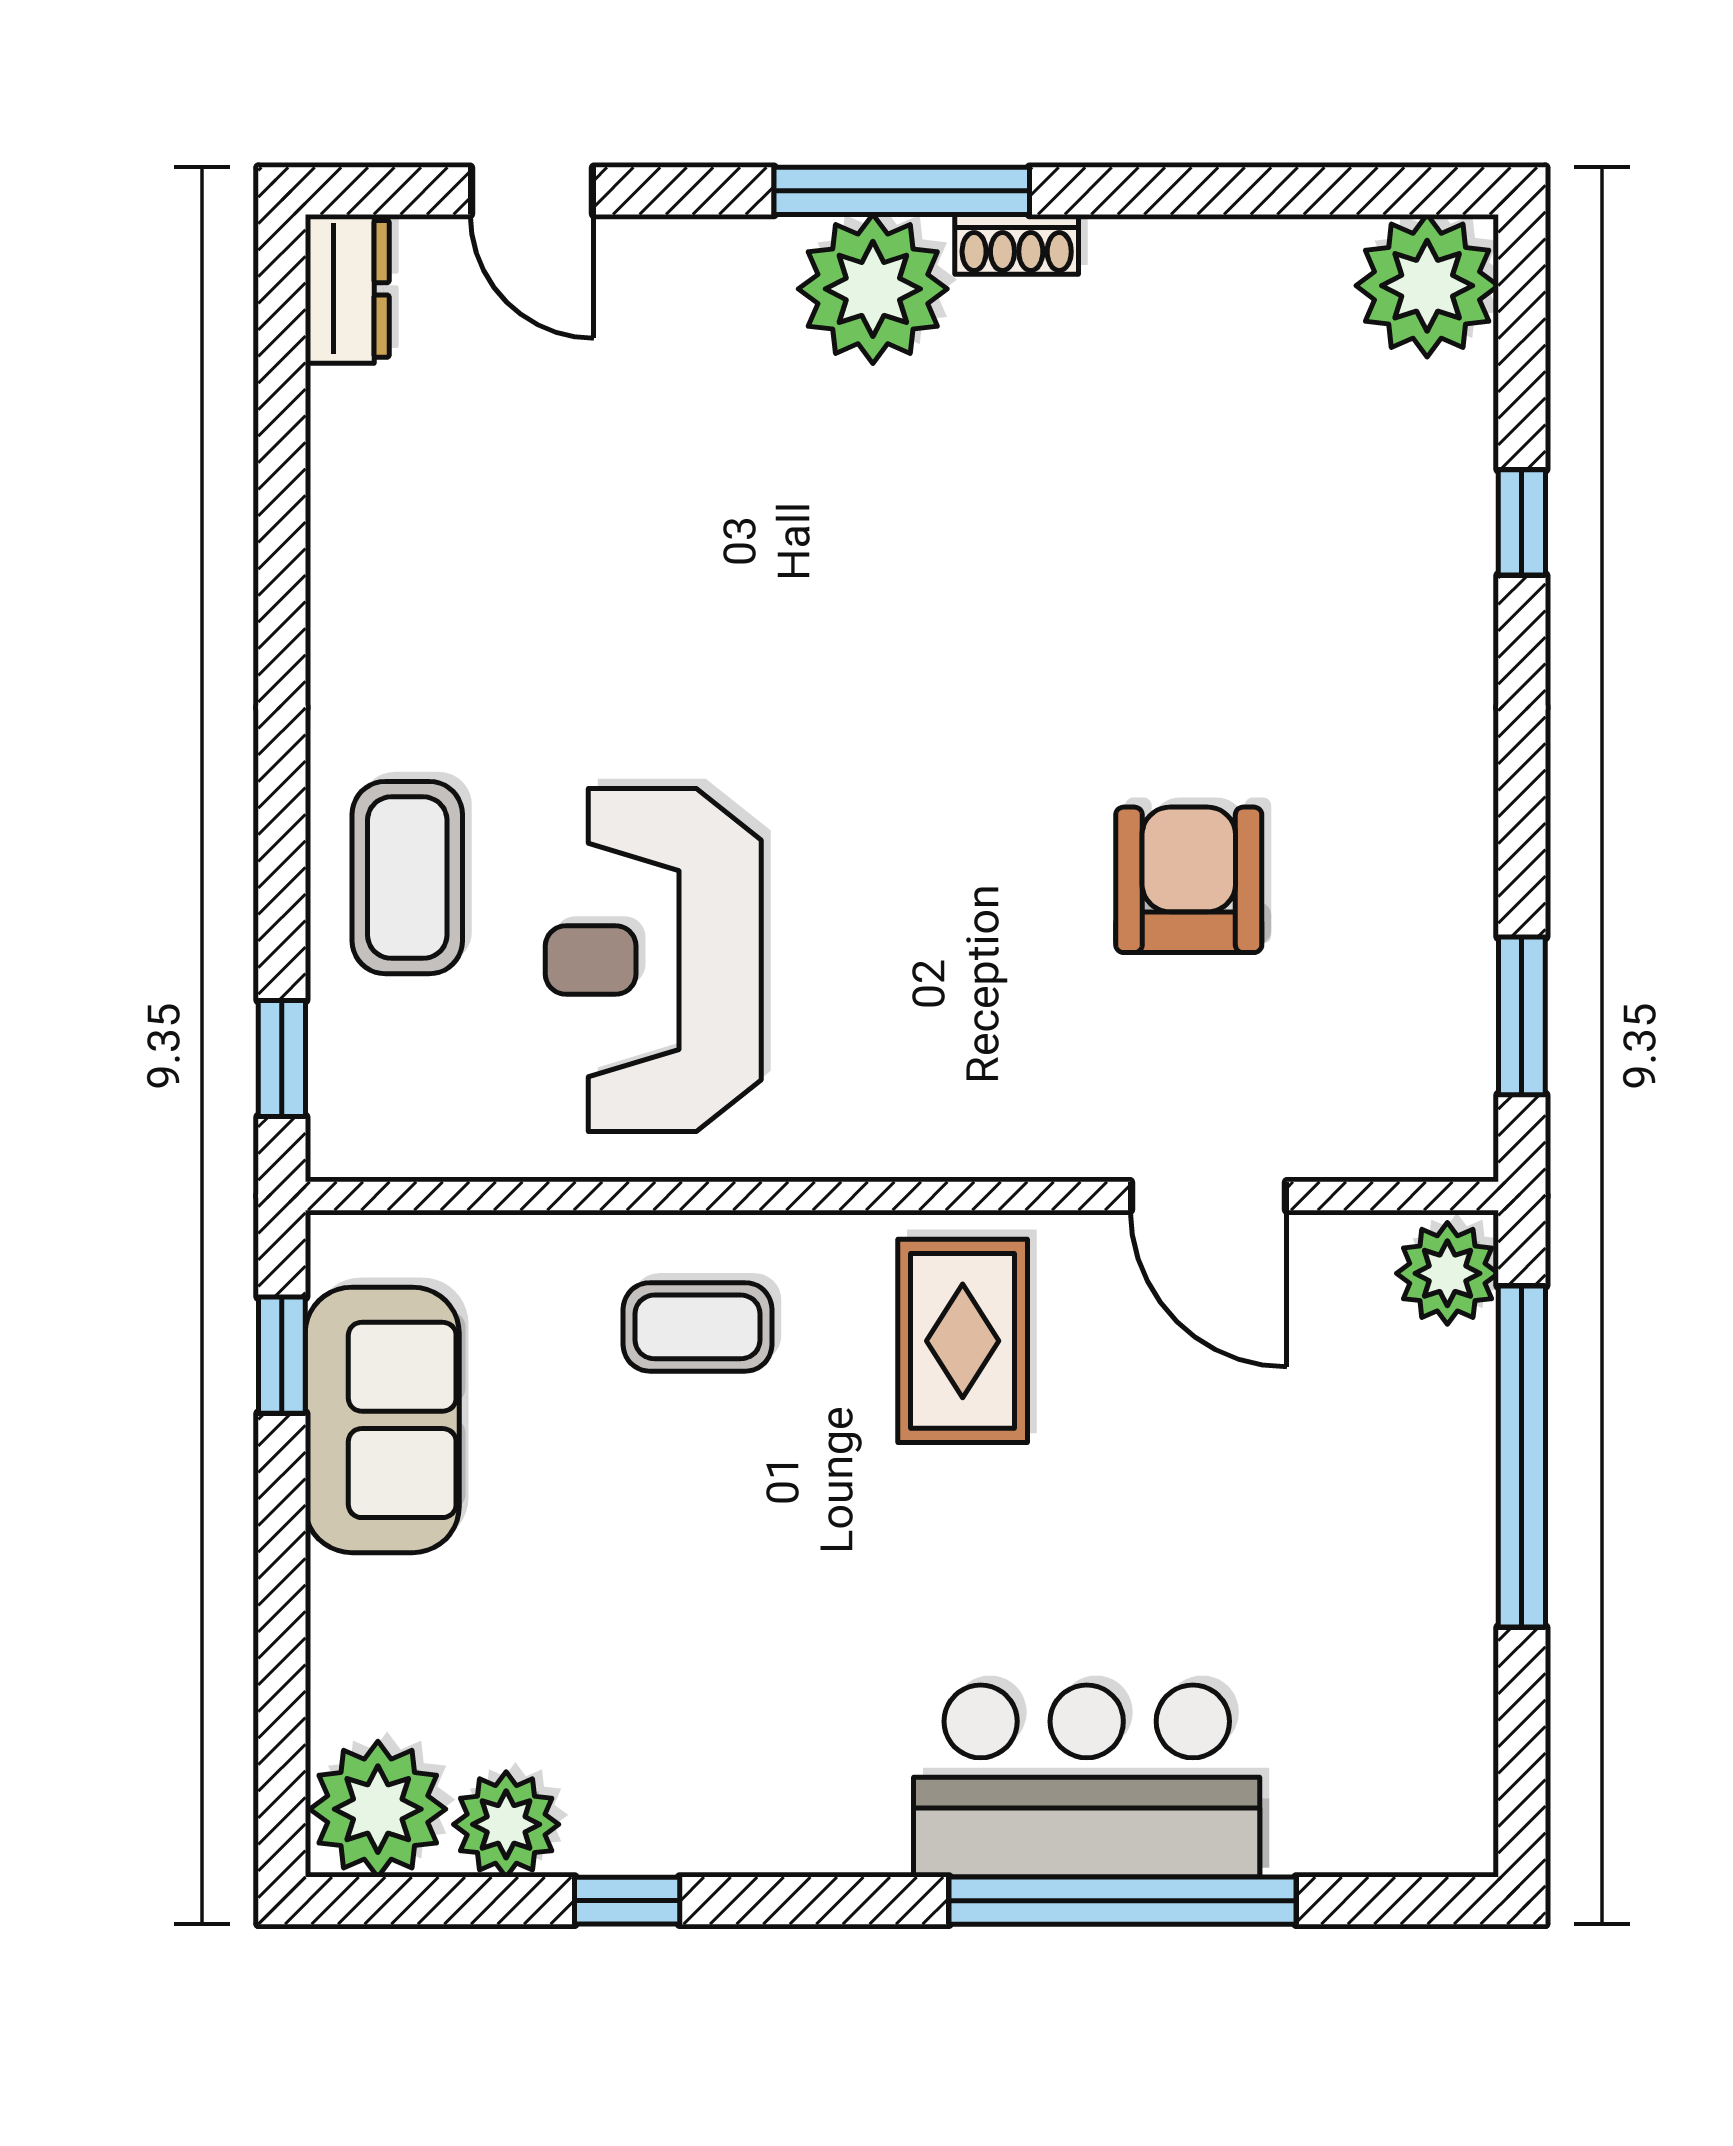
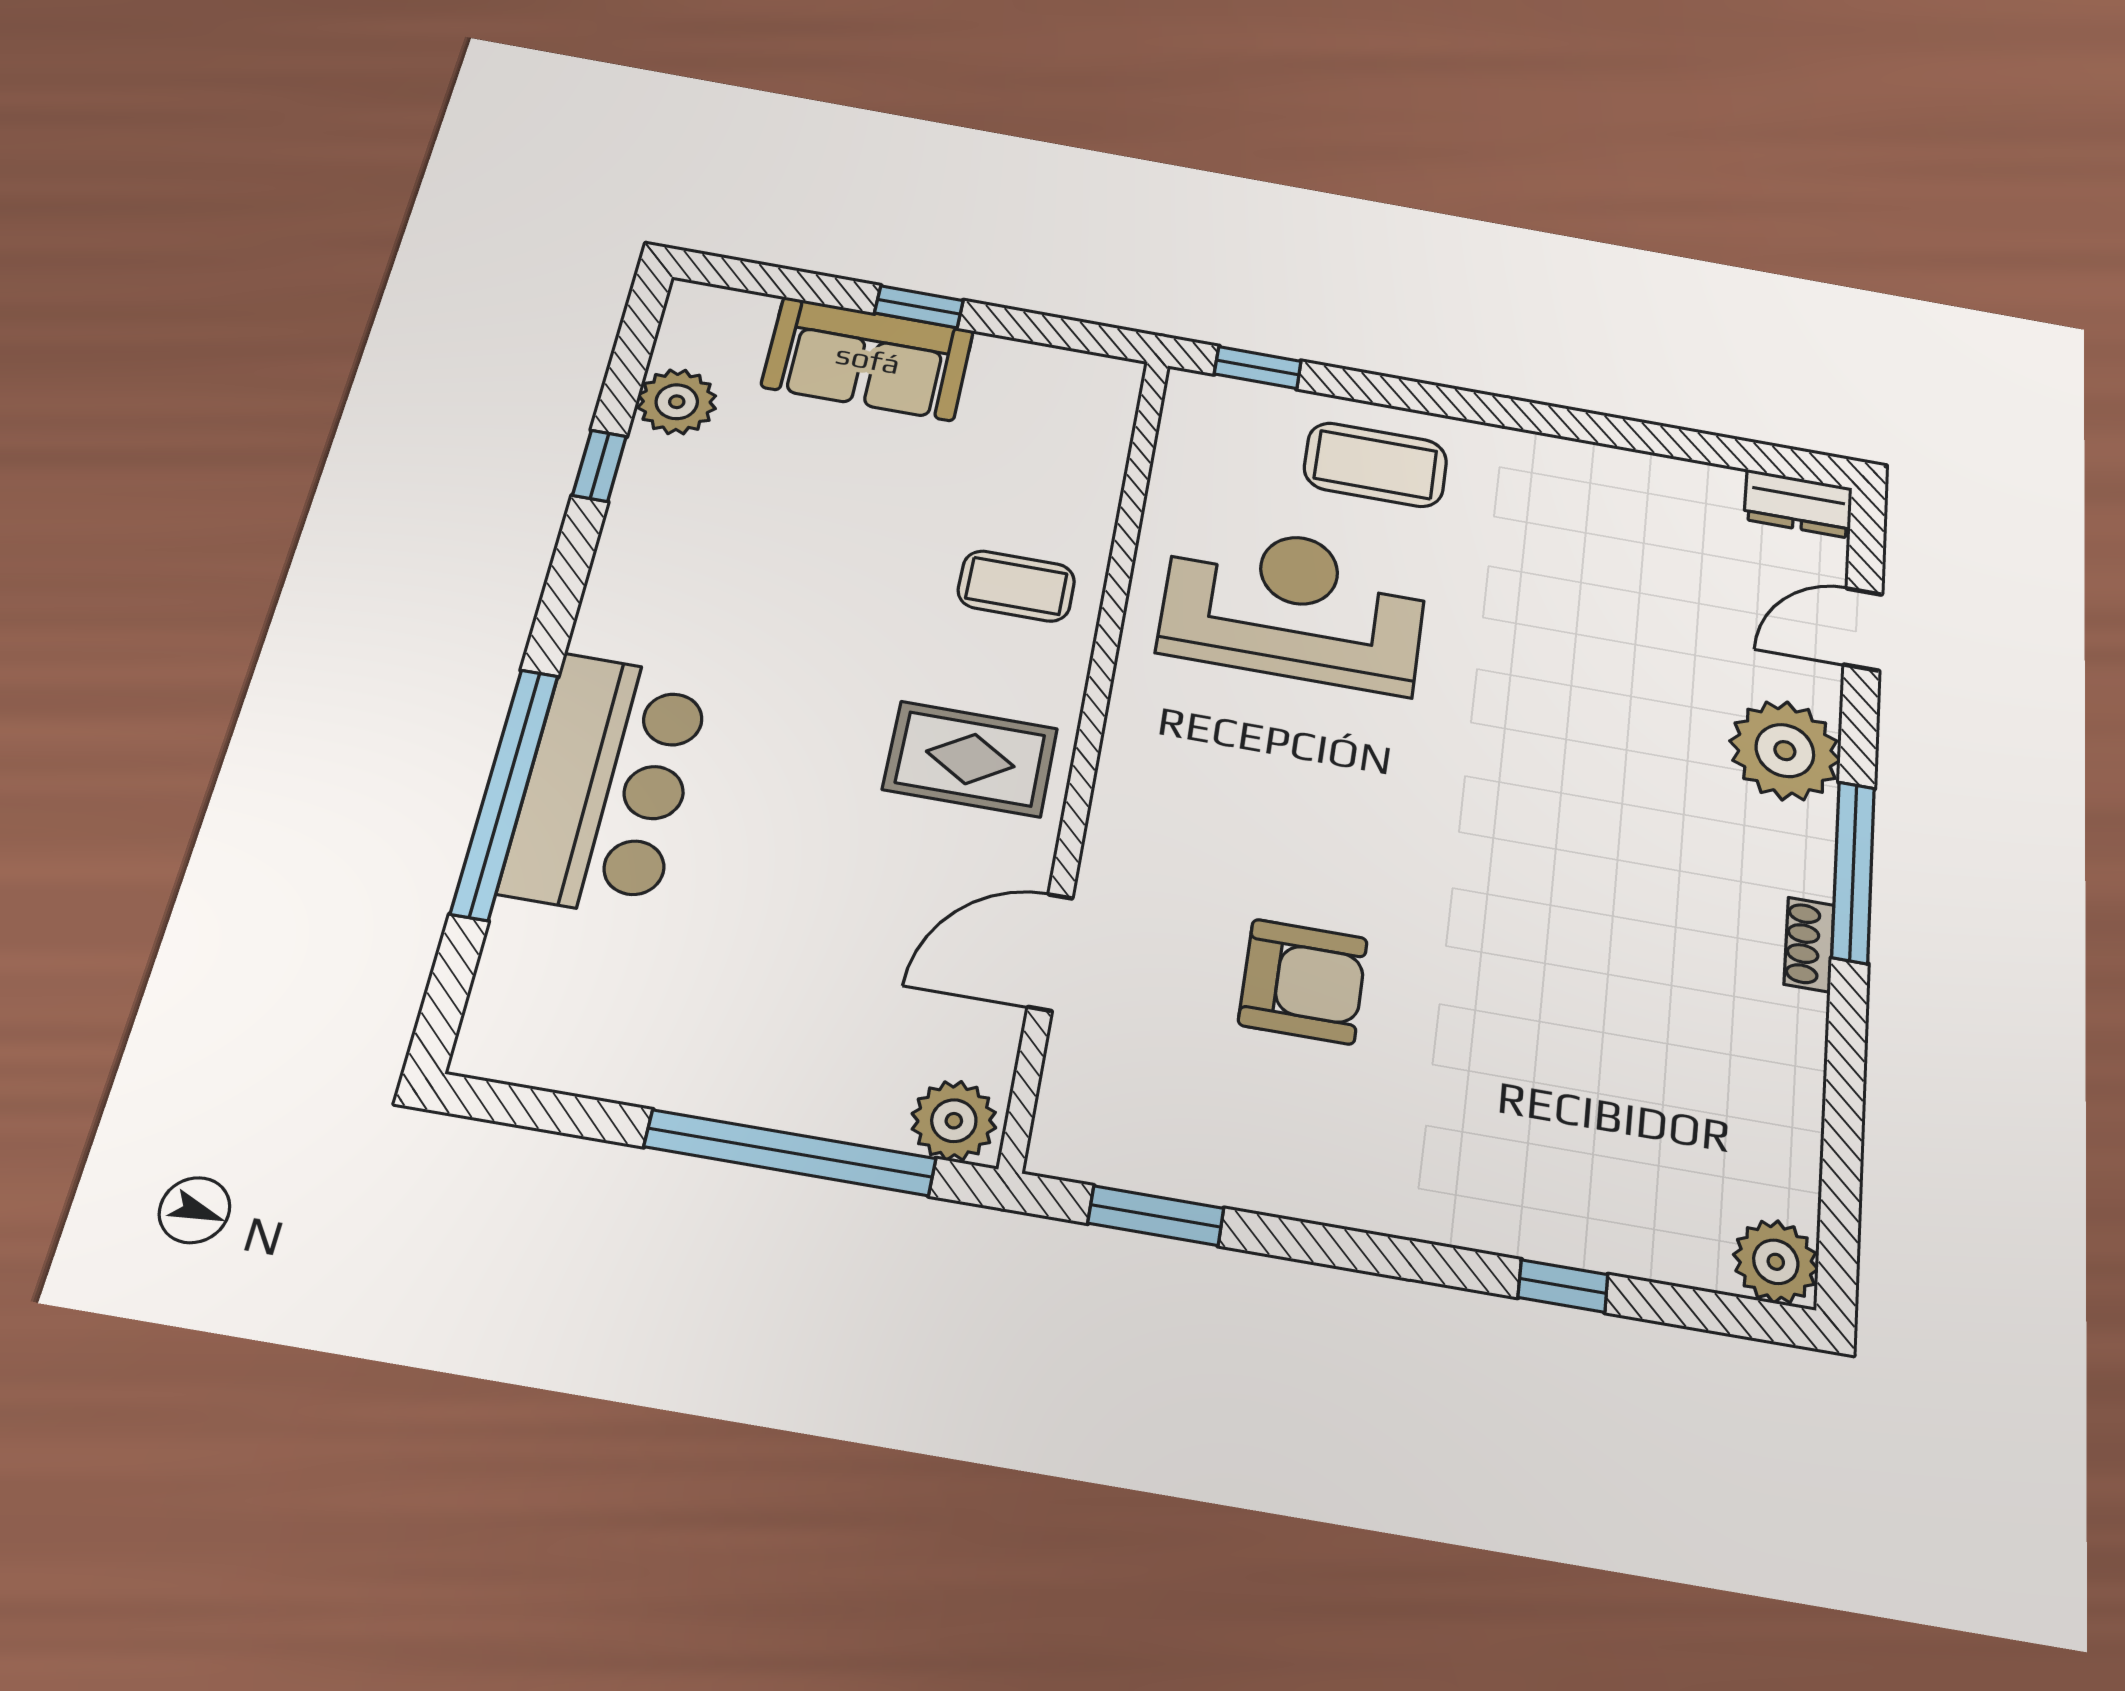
plant: (1427, 286) -> (1776, 1262), width x0.73, depth x0.73
plant: (873, 289) -> (1785, 751), moved
coffee table: (698, 1327) -> (1016, 586), turned 90
window: (282, 1355) -> (919, 307), moved
sofa: (382, 1420) -> (868, 359), moved
plant: (378, 1809) -> (709, 327), removed

